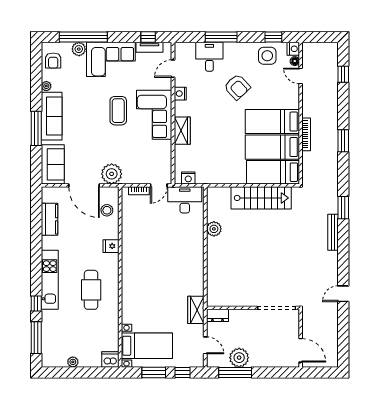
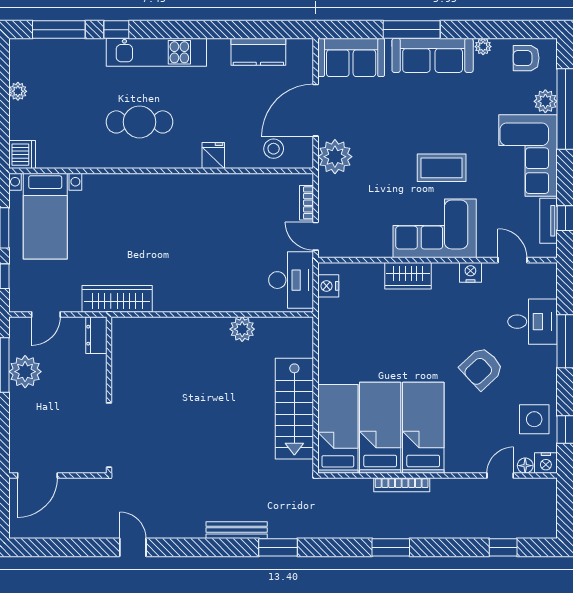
wardrobe: (196, 310) -> (117, 299), width x1.50

